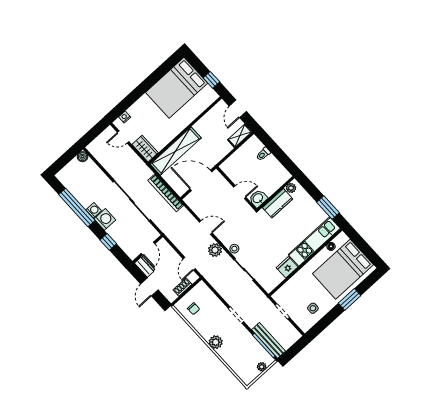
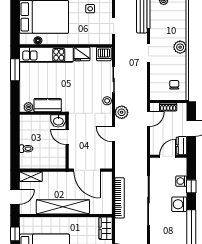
shelving: (176, 151) -> (63, 207), moved
bookcase: (166, 193) -> (120, 198), moved
washing machine: (94, 210) -> (181, 181), moved
dishwasher: (270, 283) -> (104, 54), added

